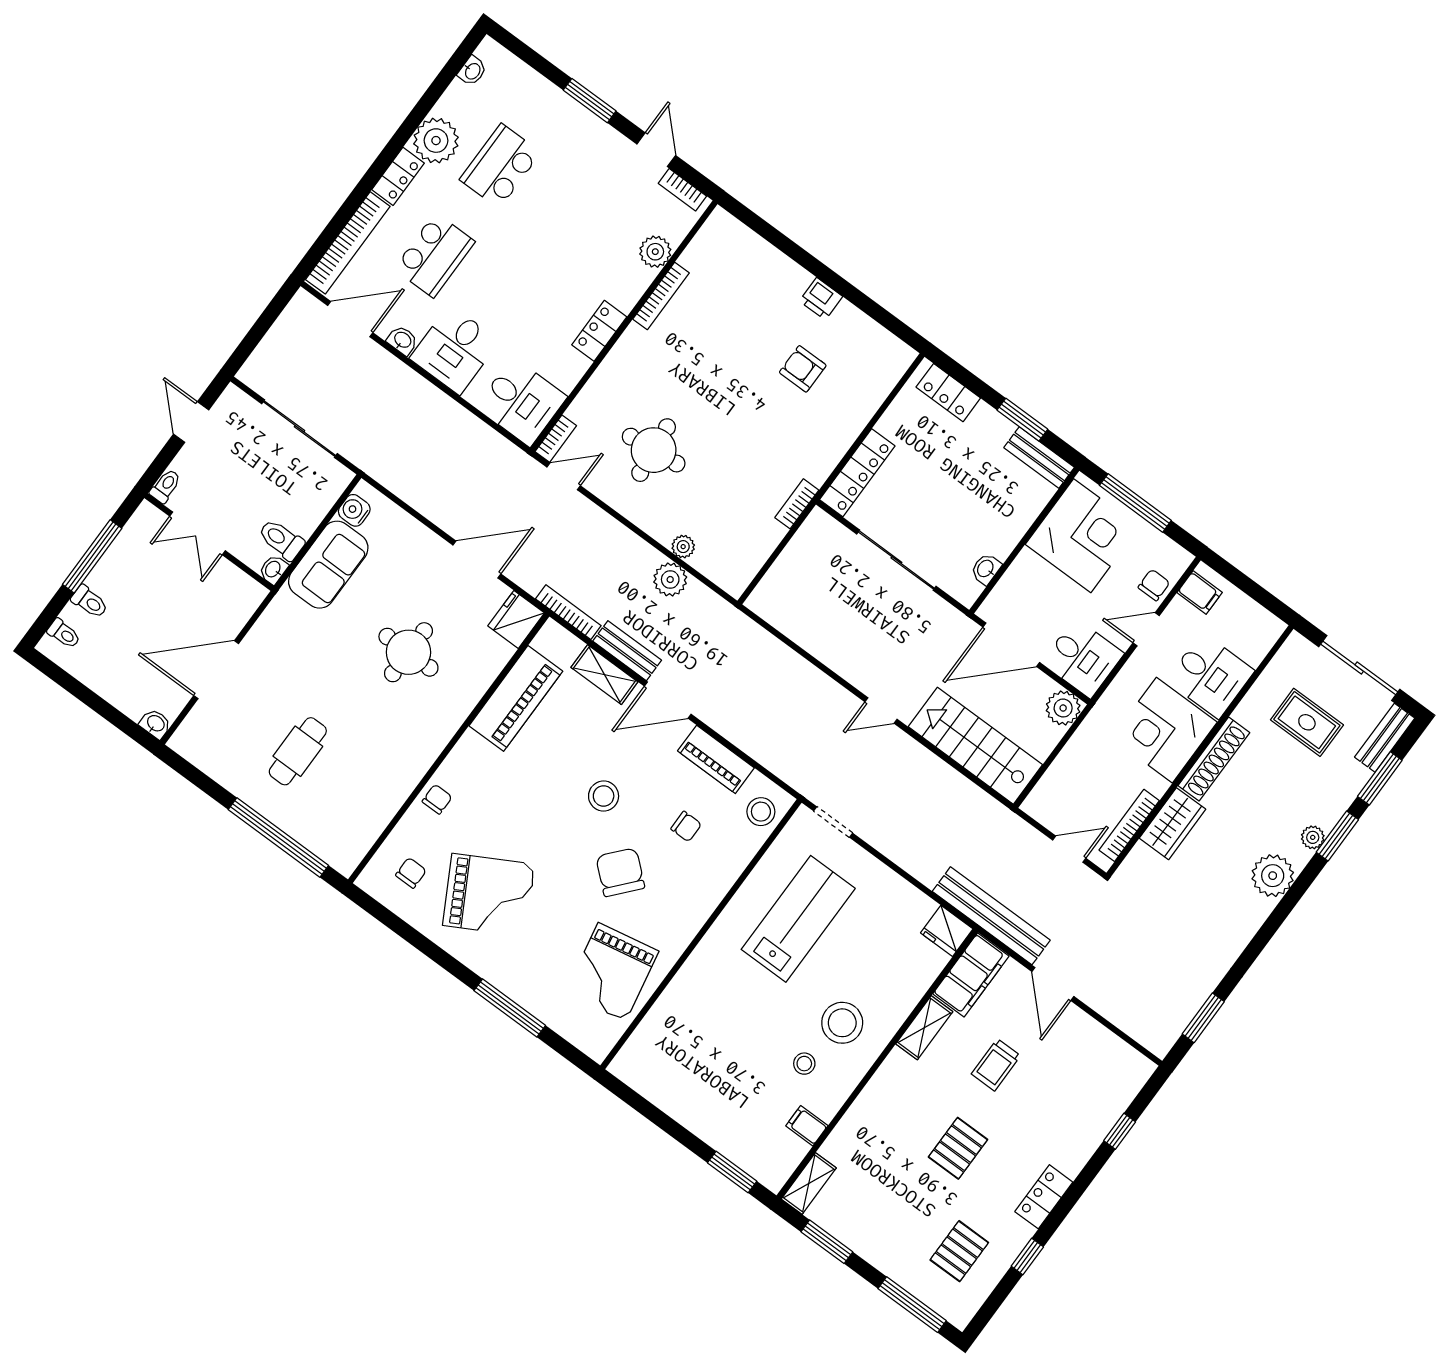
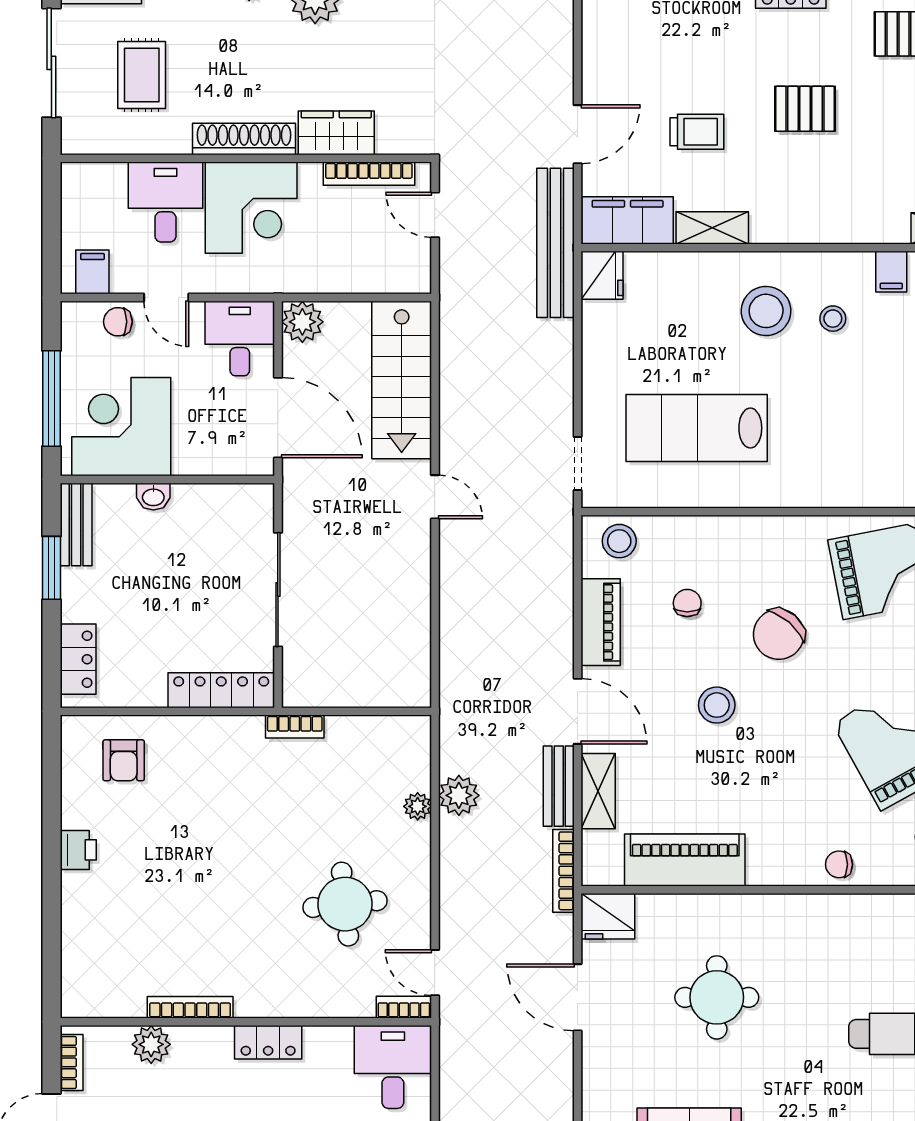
armchair: (803, 369) -> (124, 760), moved
washbasin: (986, 569) -> (153, 497), moved

